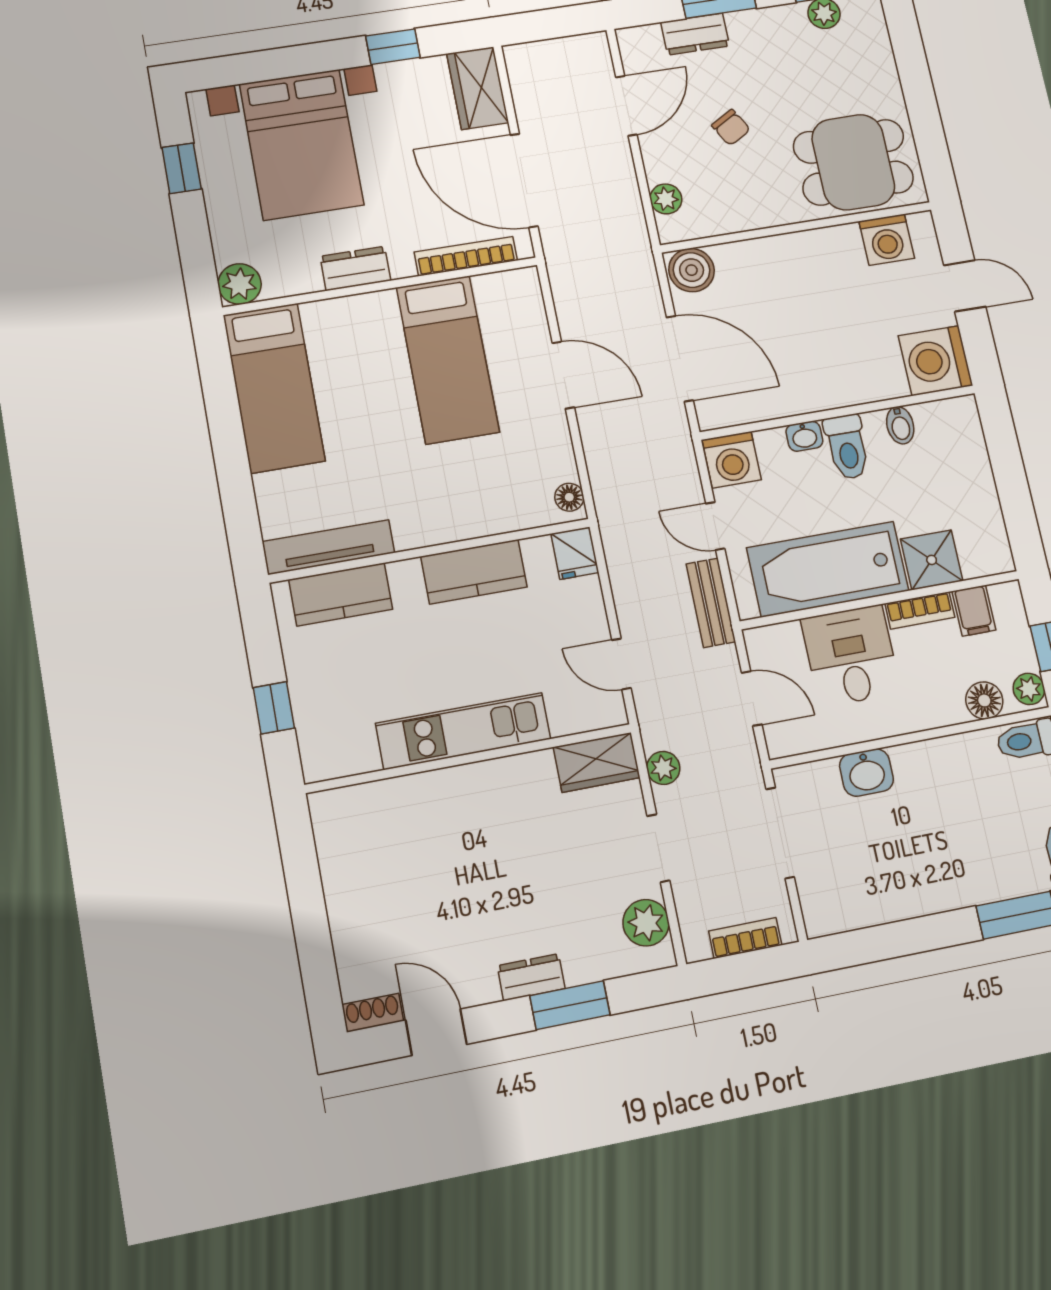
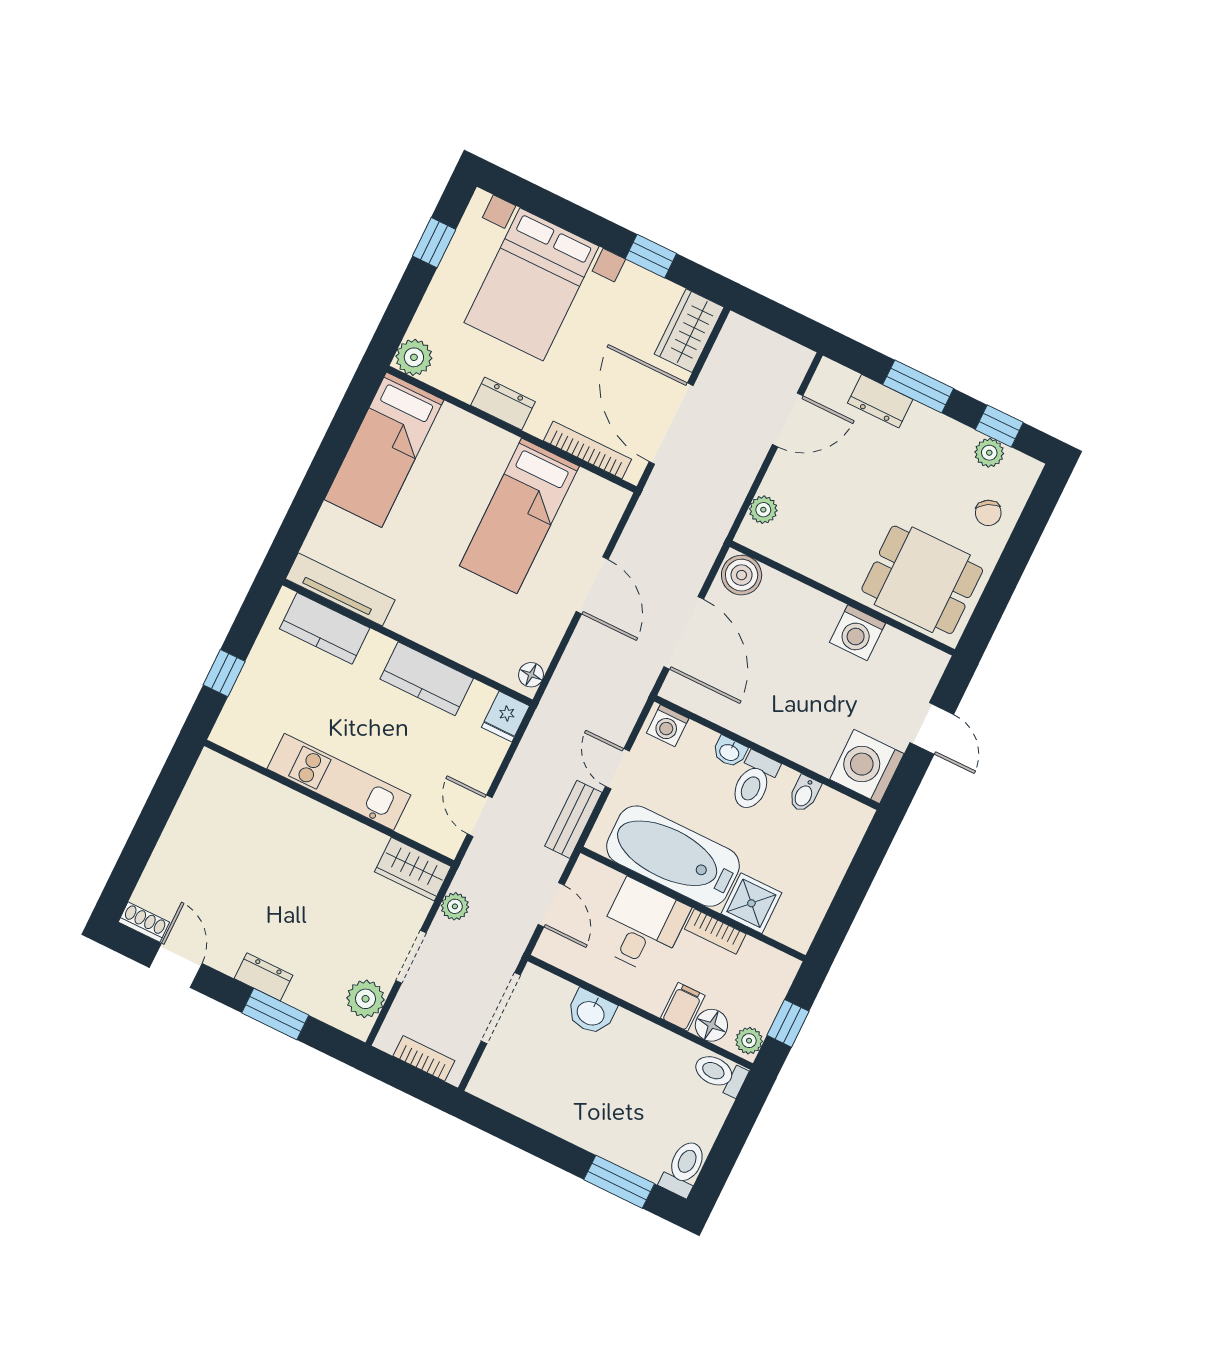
chair: (731, 127) -> (988, 513), moved
washing machine: (887, 240) -> (857, 633), moved
washing machine: (732, 460) -> (668, 726), width x0.73, depth x0.73
filing cabinet: (974, 611) -> (683, 1007), moved, turned 180

